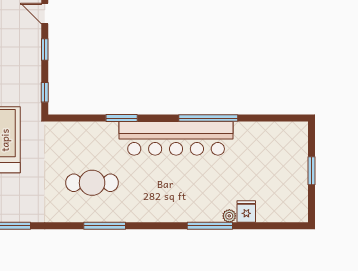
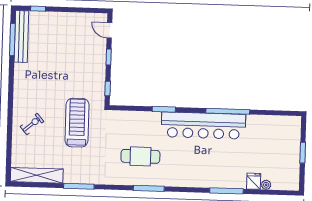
plant: (229, 216) -> (266, 185), moved

